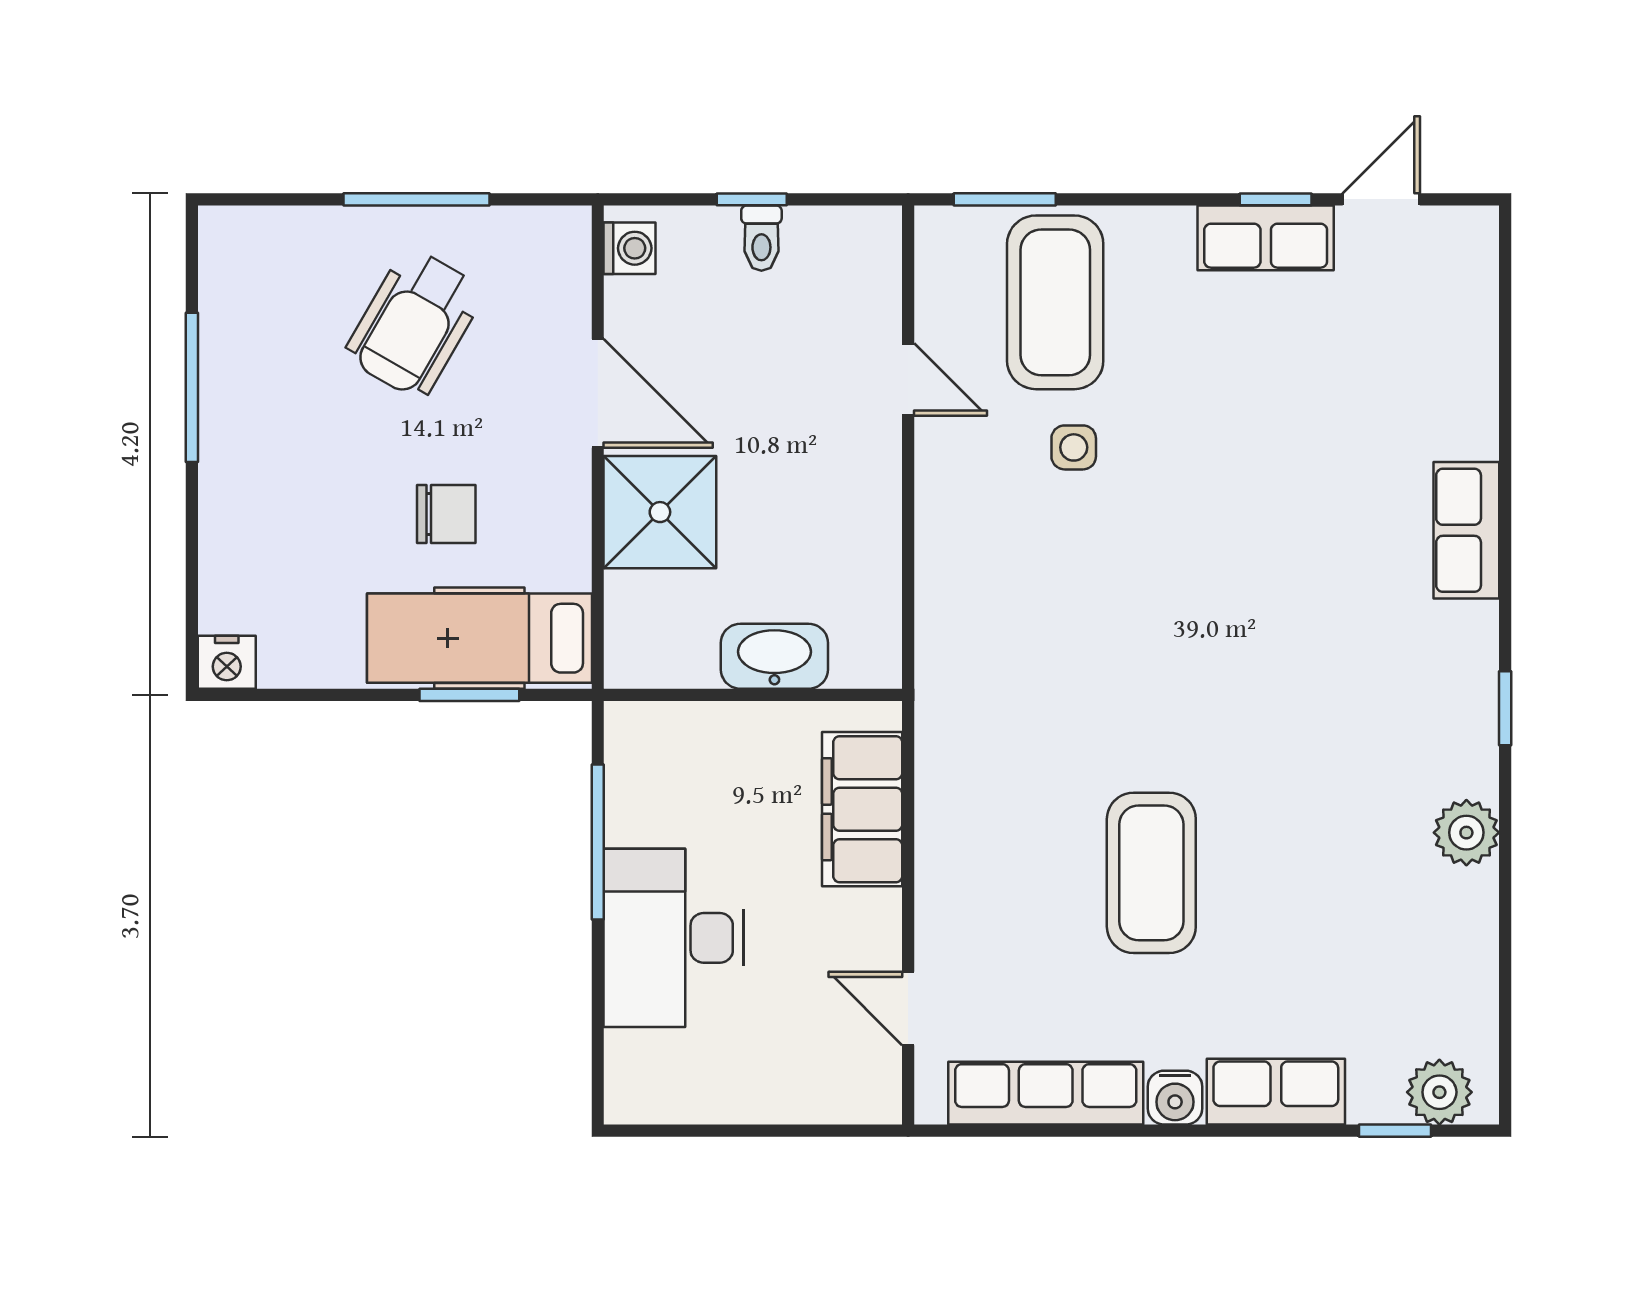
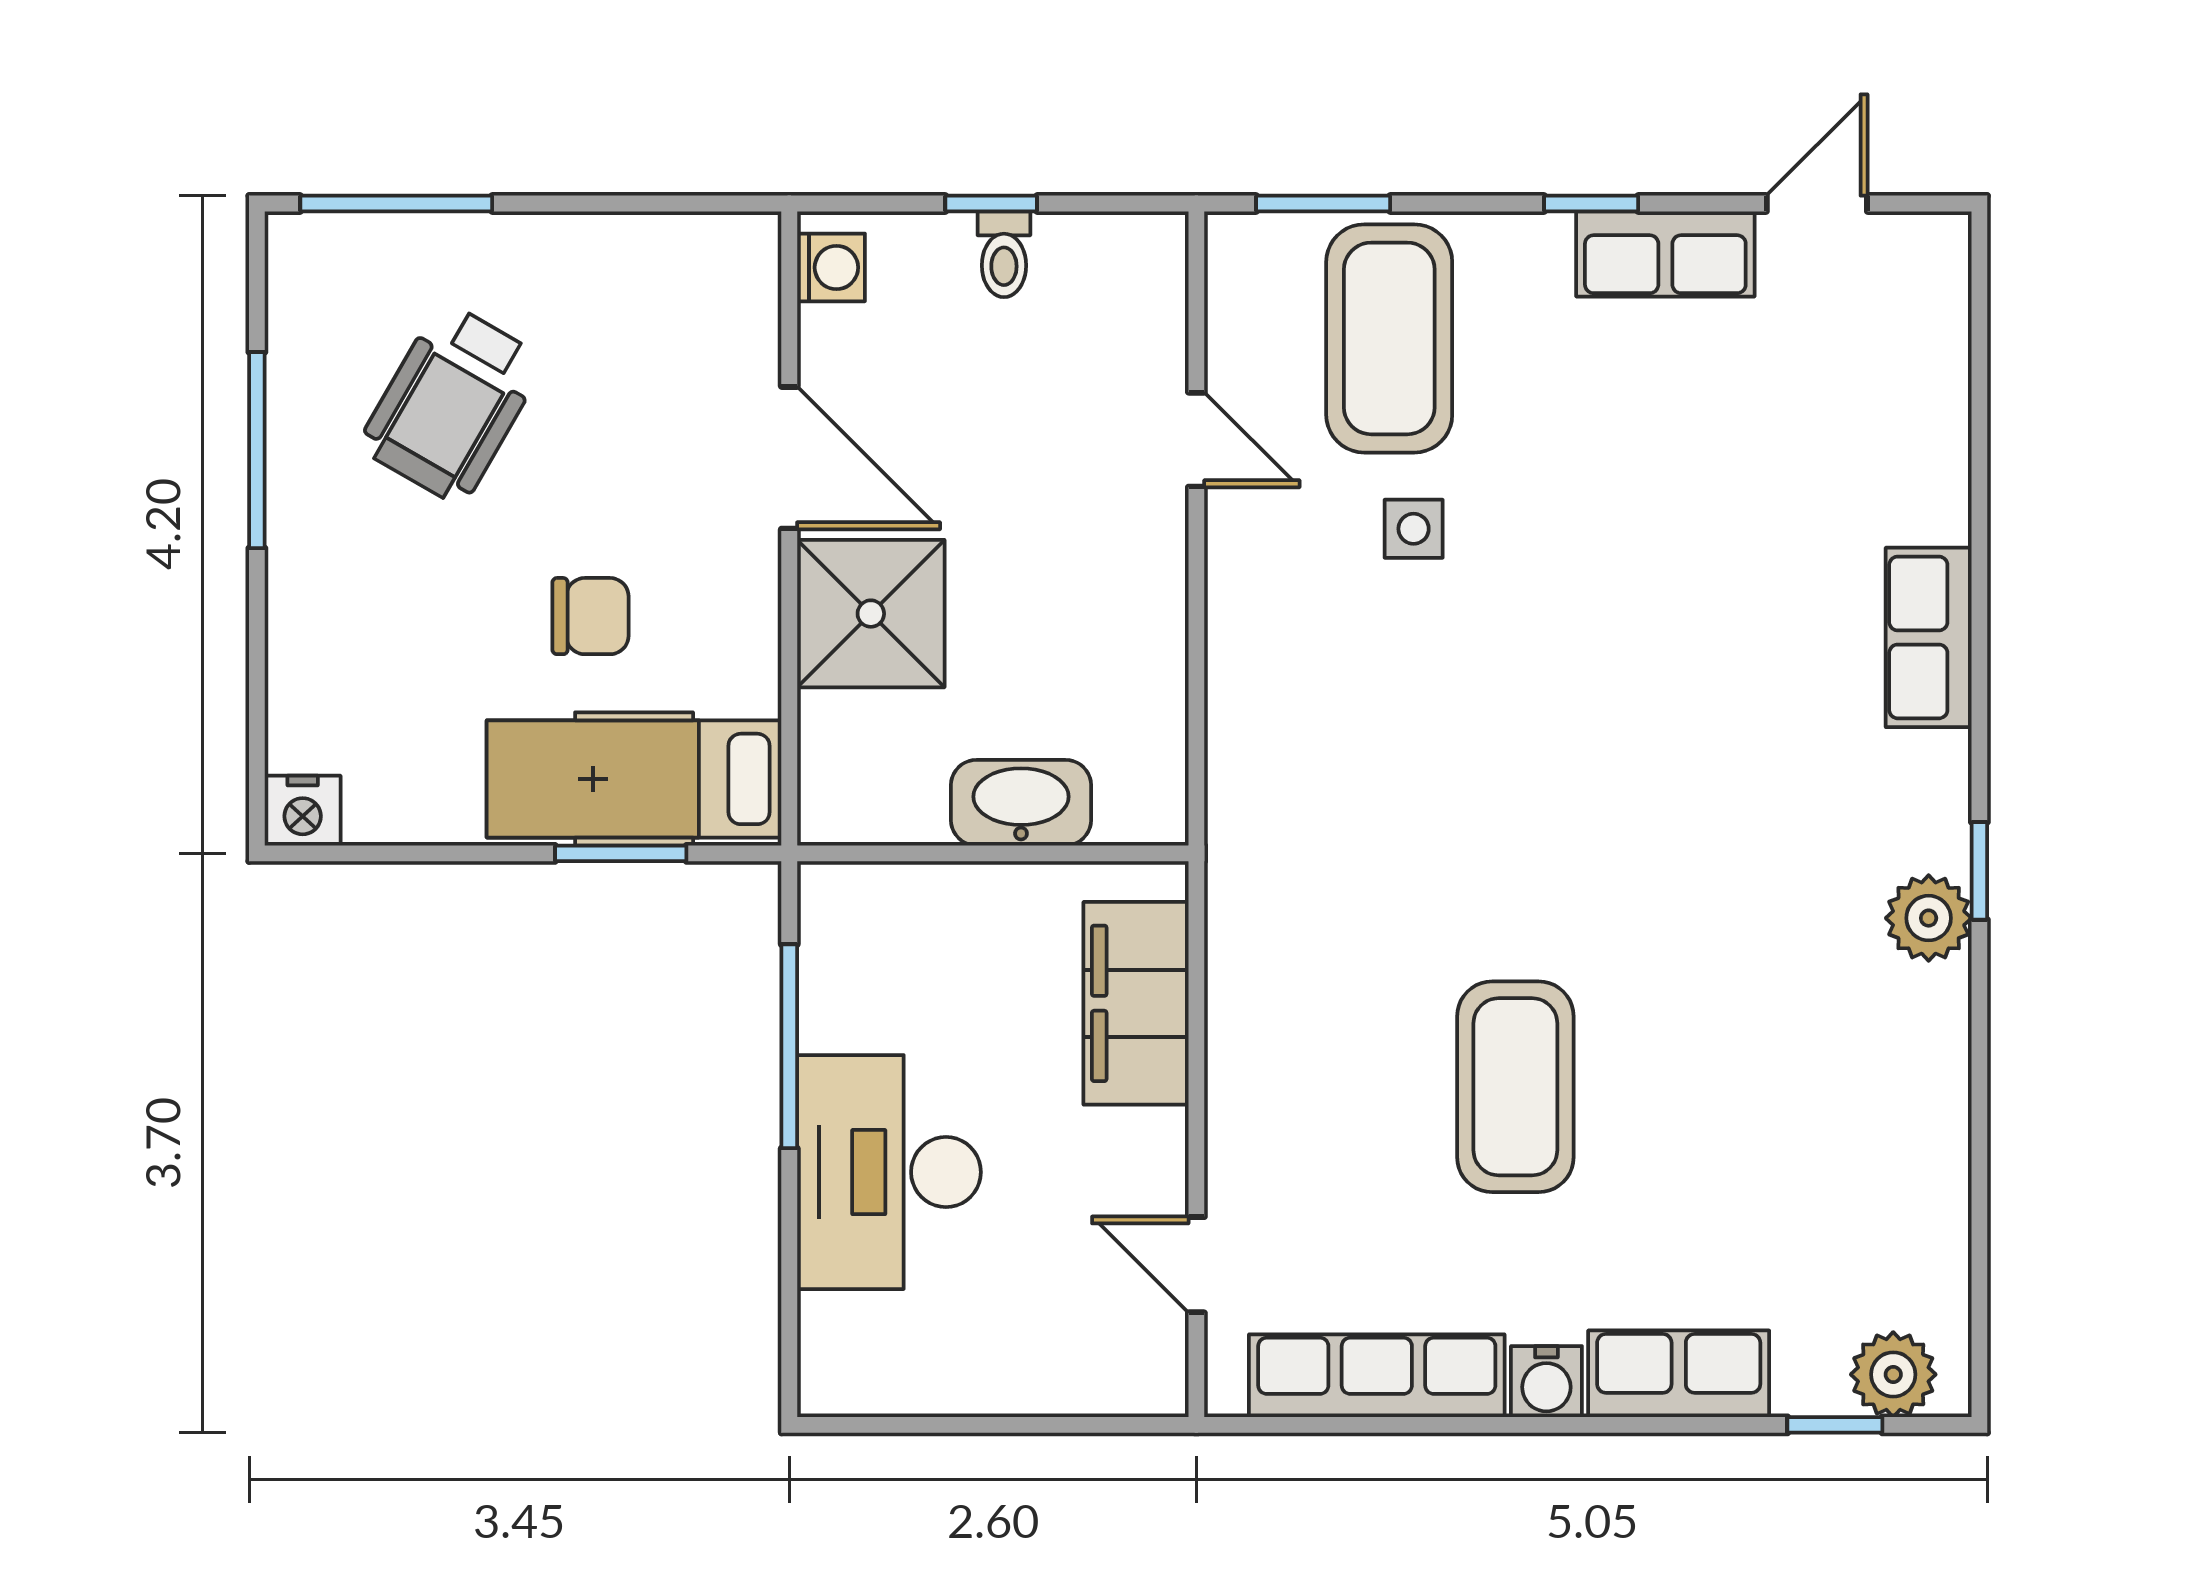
window: (417, 199) -> (396, 203), moved
window: (1276, 199) -> (1591, 203), moved
wheelchair: (414, 323) -> (452, 403), moved
plant: (1466, 833) -> (1929, 918), moved

